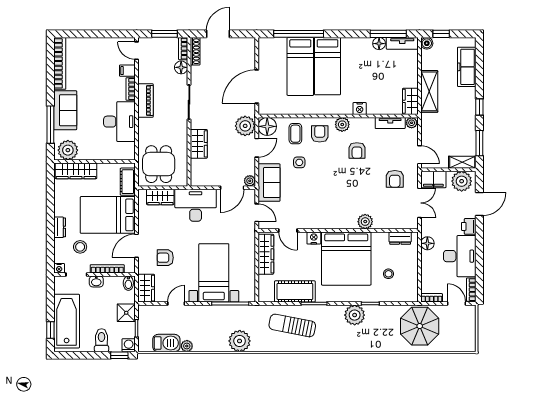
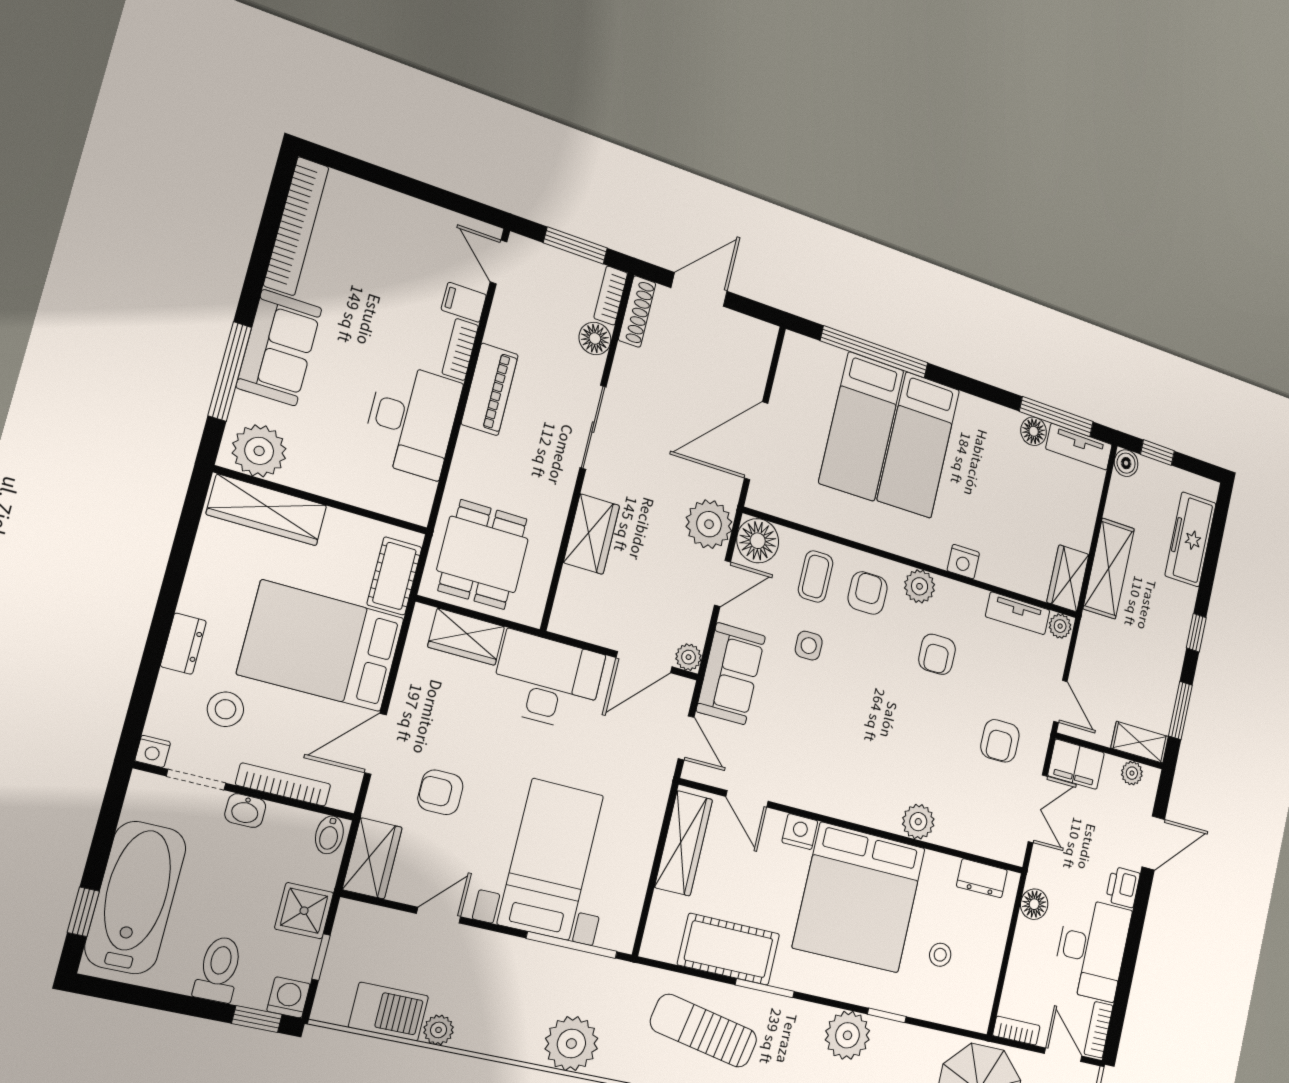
plant: (462, 181) -> (1132, 773), width x0.53, depth x0.53

